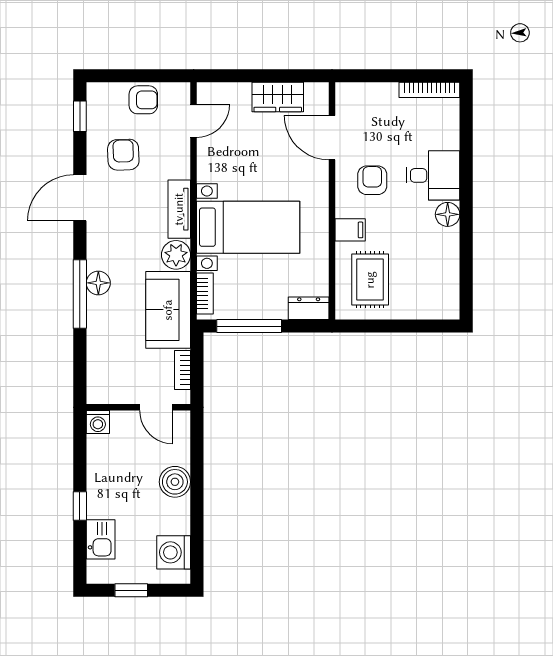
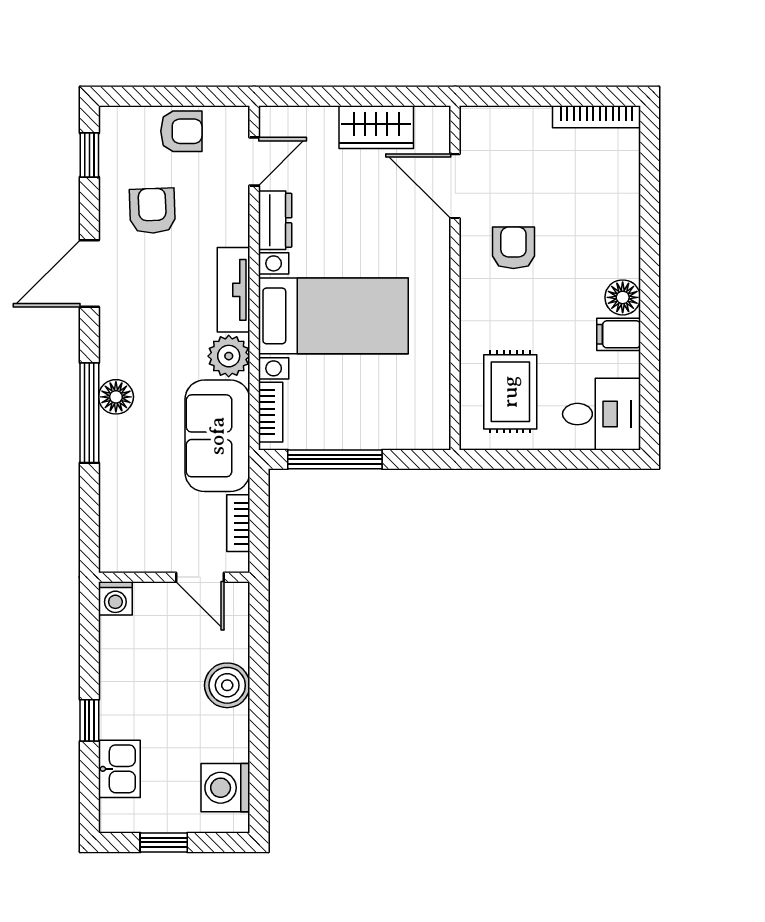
desk: (433, 175) -> (601, 414), moved
filing cabinet: (350, 230) -> (619, 334), moved, turned 180
dresser: (309, 308) -> (275, 220), moved, turned 90

